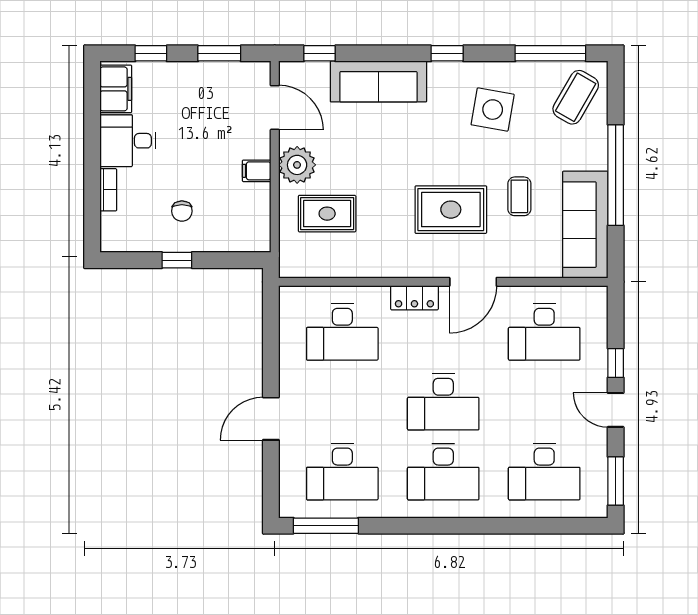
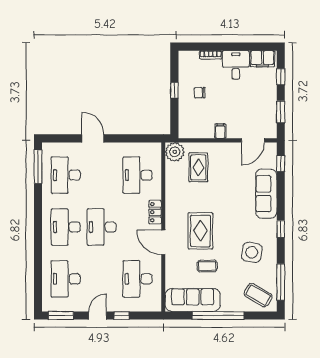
plant: (297, 165) -> (175, 152), moved

